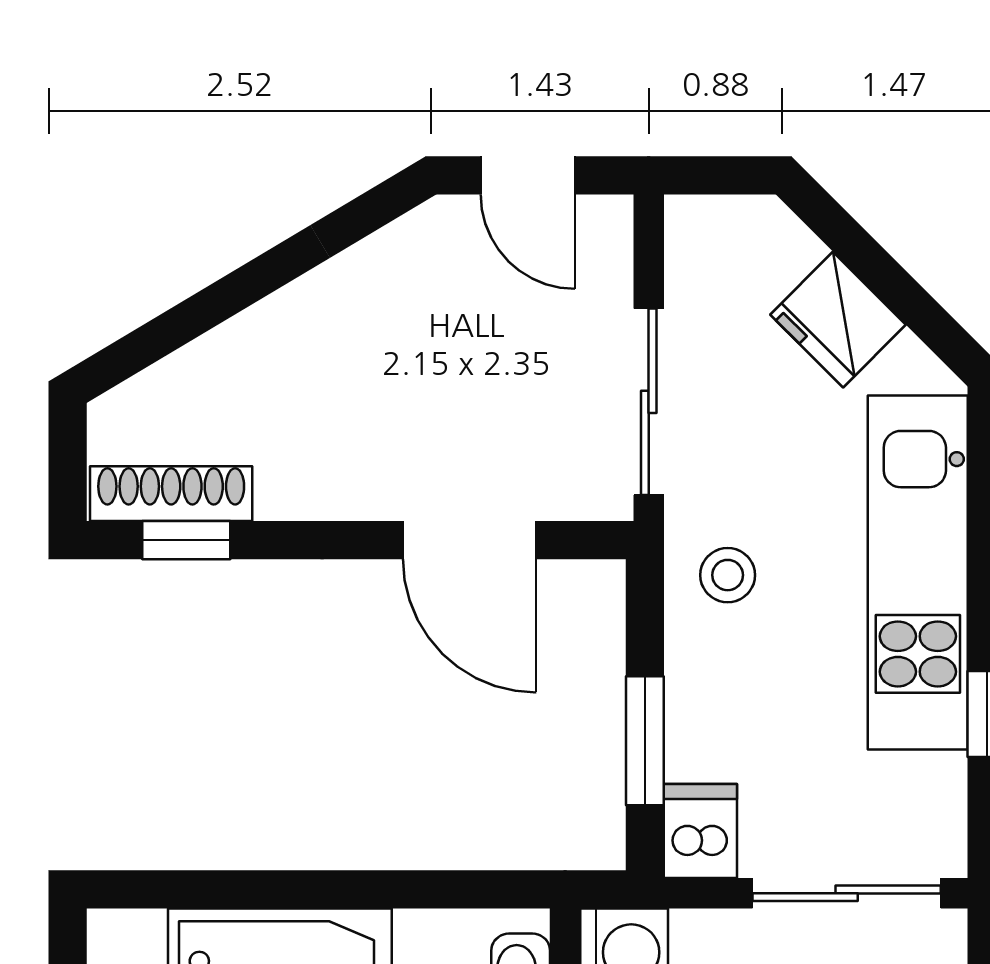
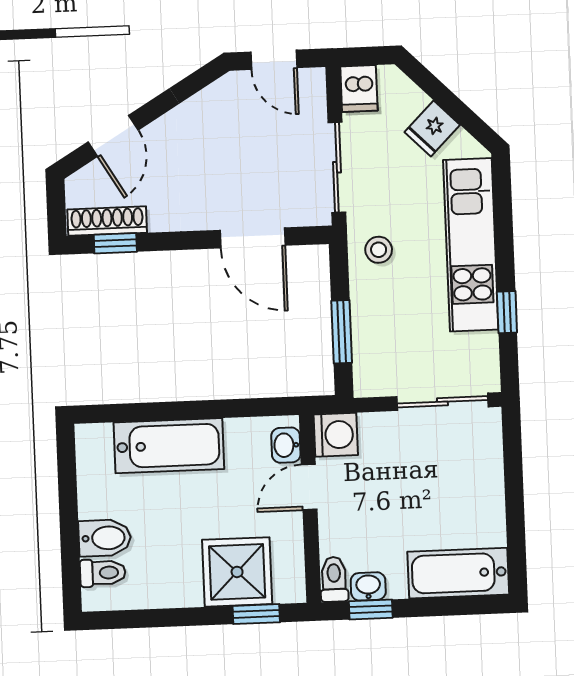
door: (191, 319) -> (113, 136), added
fridge: (838, 320) -> (432, 128), width x0.72
dishwasher: (700, 831) -> (359, 89), moved, turned 180

